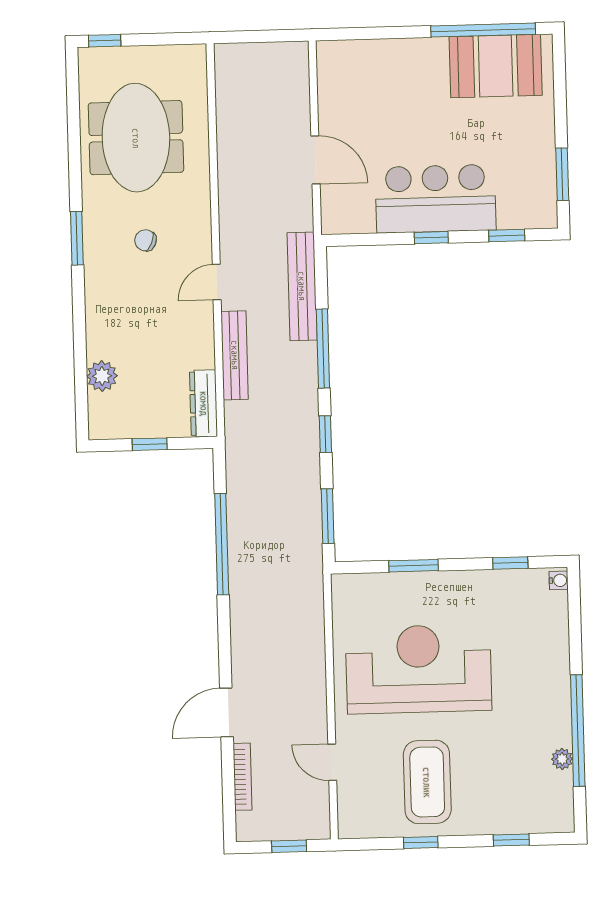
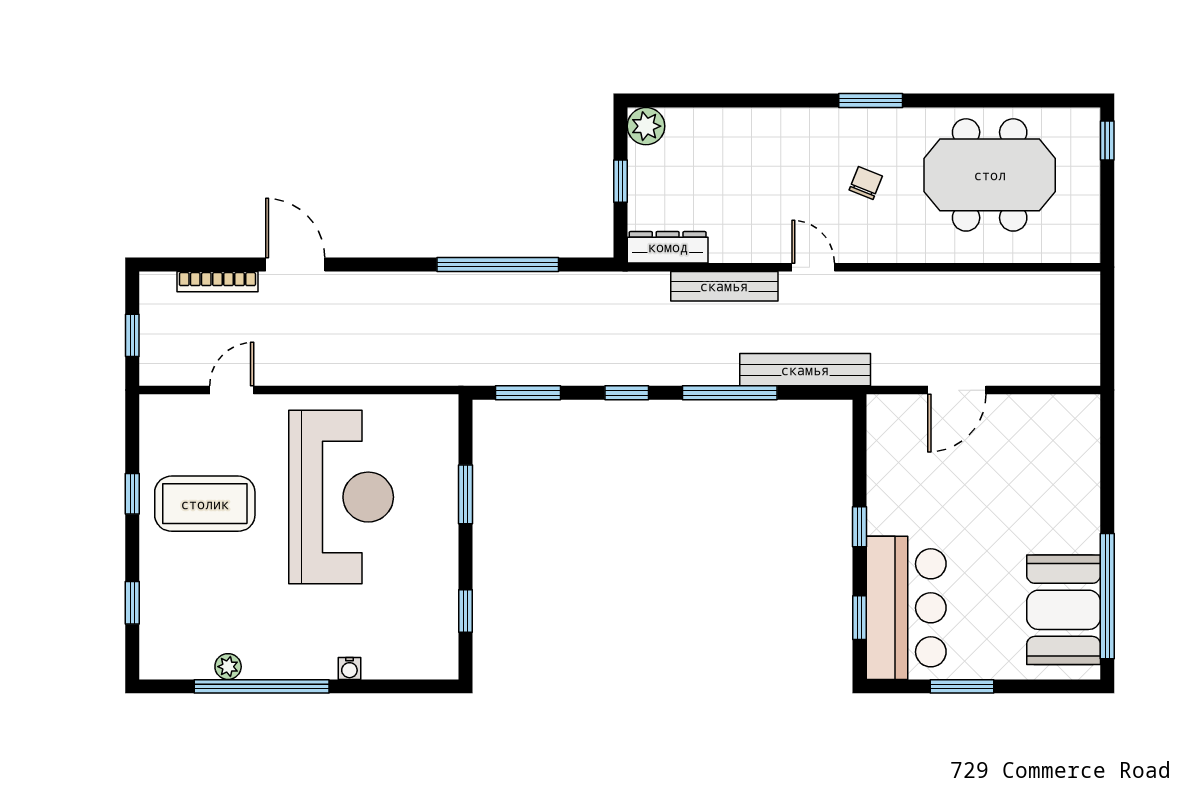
window: (562, 174) -> (962, 686), moved
bar counter: (436, 199) -> (906, 608), moved
plant: (102, 376) -> (646, 126), moved
water cooler: (559, 580) -> (349, 668), moved

